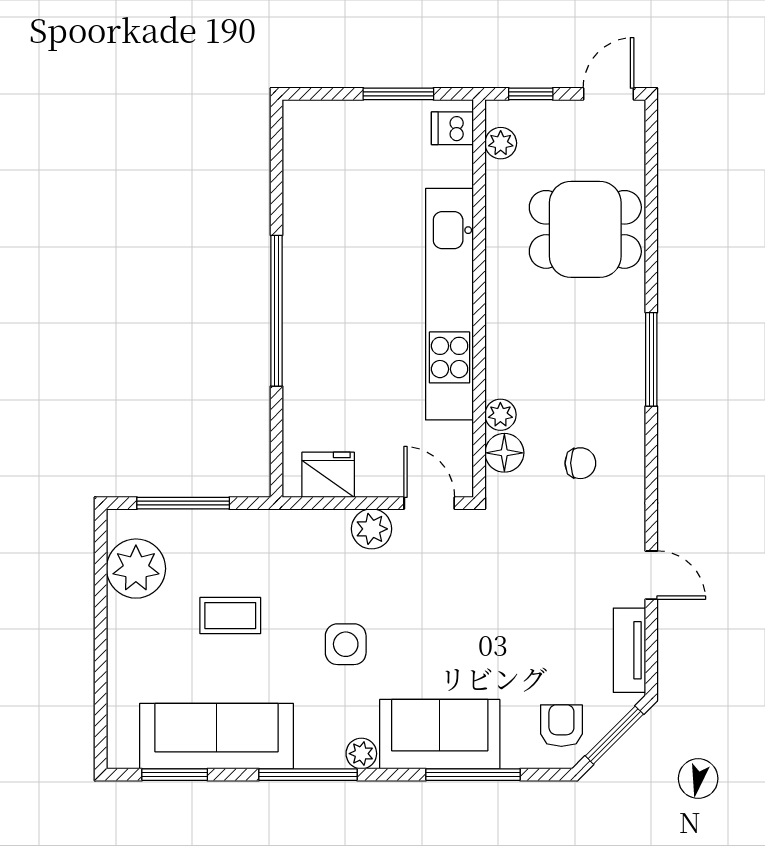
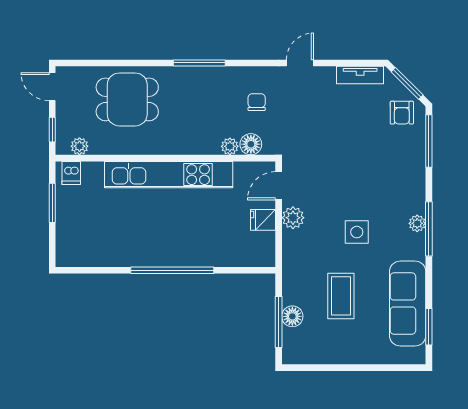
dining table: (585, 229) -> (127, 99), turned 90
fridge: (328, 475) -> (263, 220), moved, width x0.72
floor lamp: (193, 528) -> (292, 316), added
plant: (136, 569) -> (315, 348), removed
door: (651, 575) -> (300, 63), moved
coffee table: (230, 616) -> (341, 296), width x1.36, depth x1.30
armchair: (561, 726) -> (402, 113), turned -90
sofa: (440, 734) -> (407, 180), removed
window: (308, 775) -> (429, 229), moved
window: (473, 775) -> (429, 141), moved

